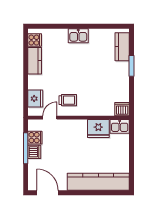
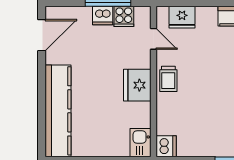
trolley: (68, 100) -> (168, 79), moved
fridge: (98, 129) -> (137, 85), moved

